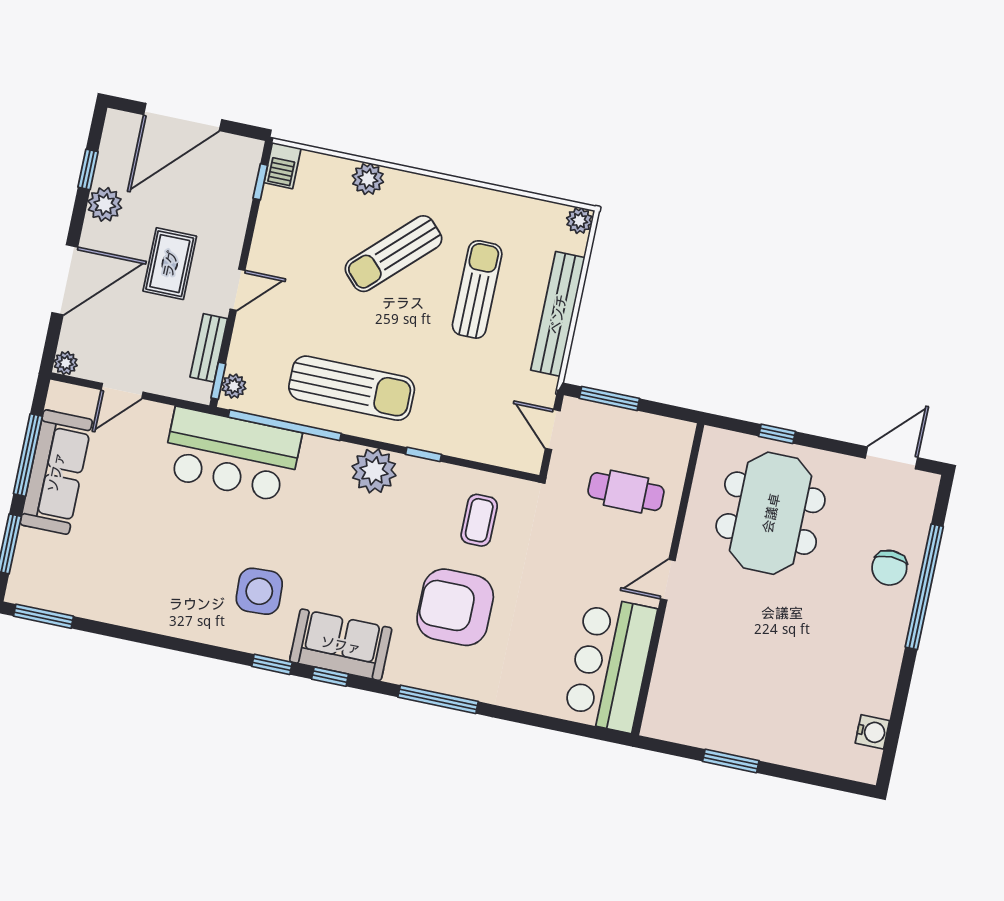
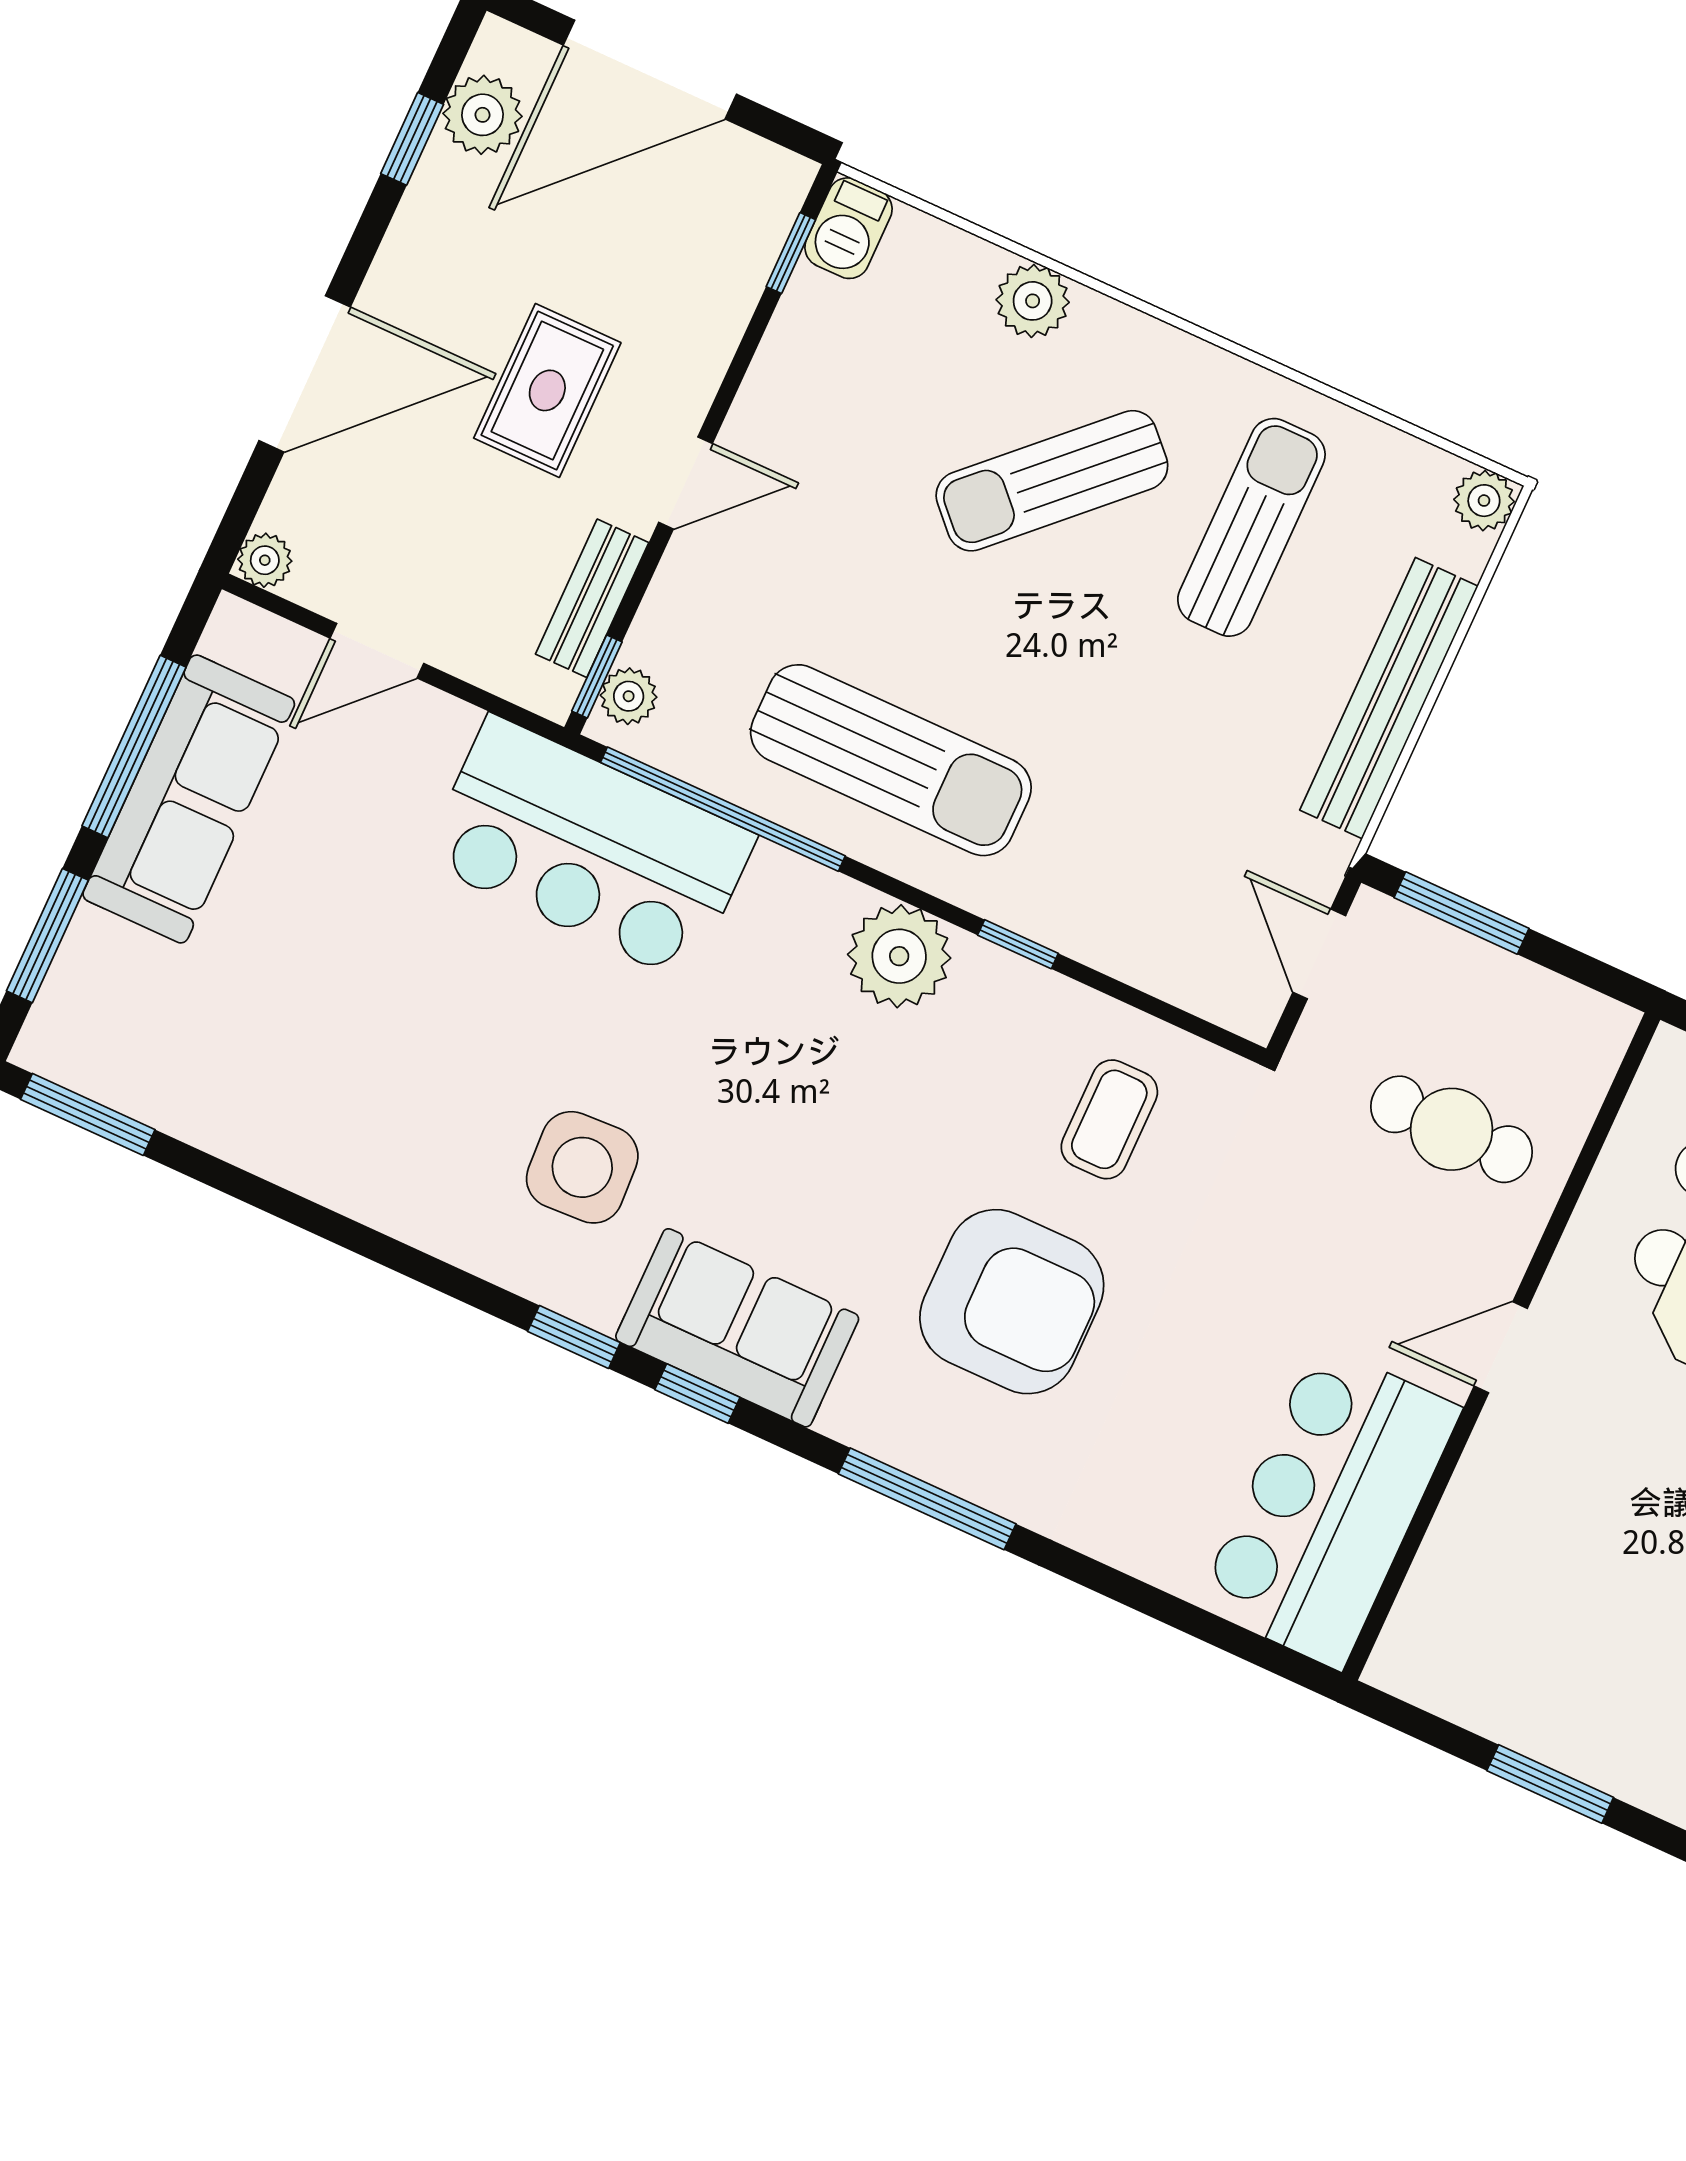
plant: (105, 204) -> (483, 115), moved
sun lounger: (477, 289) -> (1251, 527), moved
armchair: (455, 607) -> (1012, 1302), turned 180

